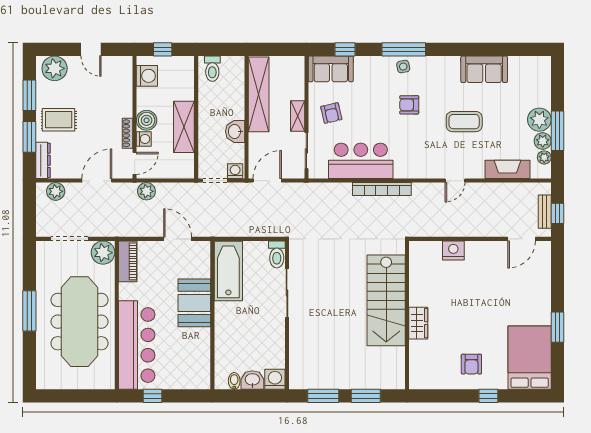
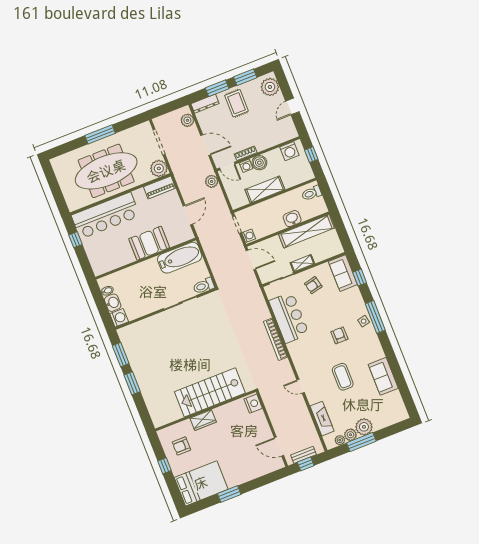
washbasin: (235, 131) -> (292, 219), moved
stairs: (386, 300) -> (210, 392), moved
wall: (407, 315) -> (205, 410), moved
wardrobe: (418, 323) -> (203, 420), moved

